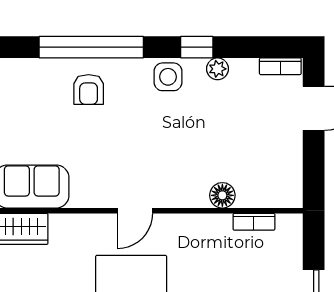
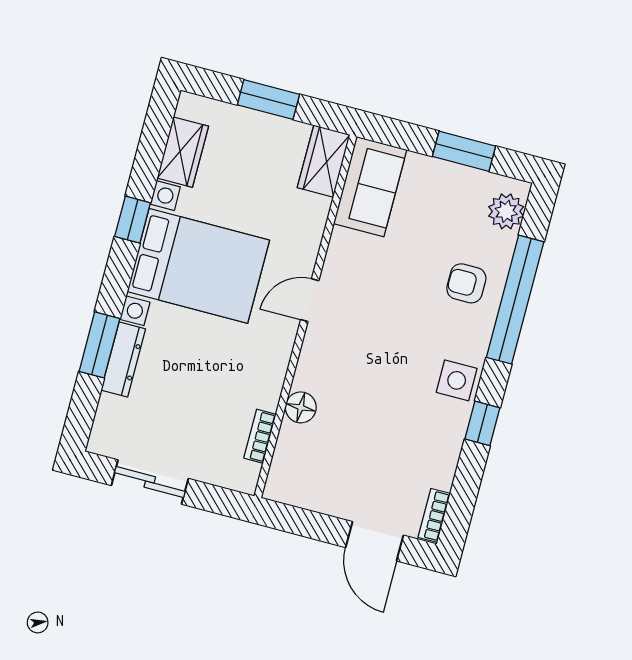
plant: (217, 69) -> (506, 211), moved, width x1.38, depth x1.38
door: (135, 211) -> (310, 300), hinge flipped

